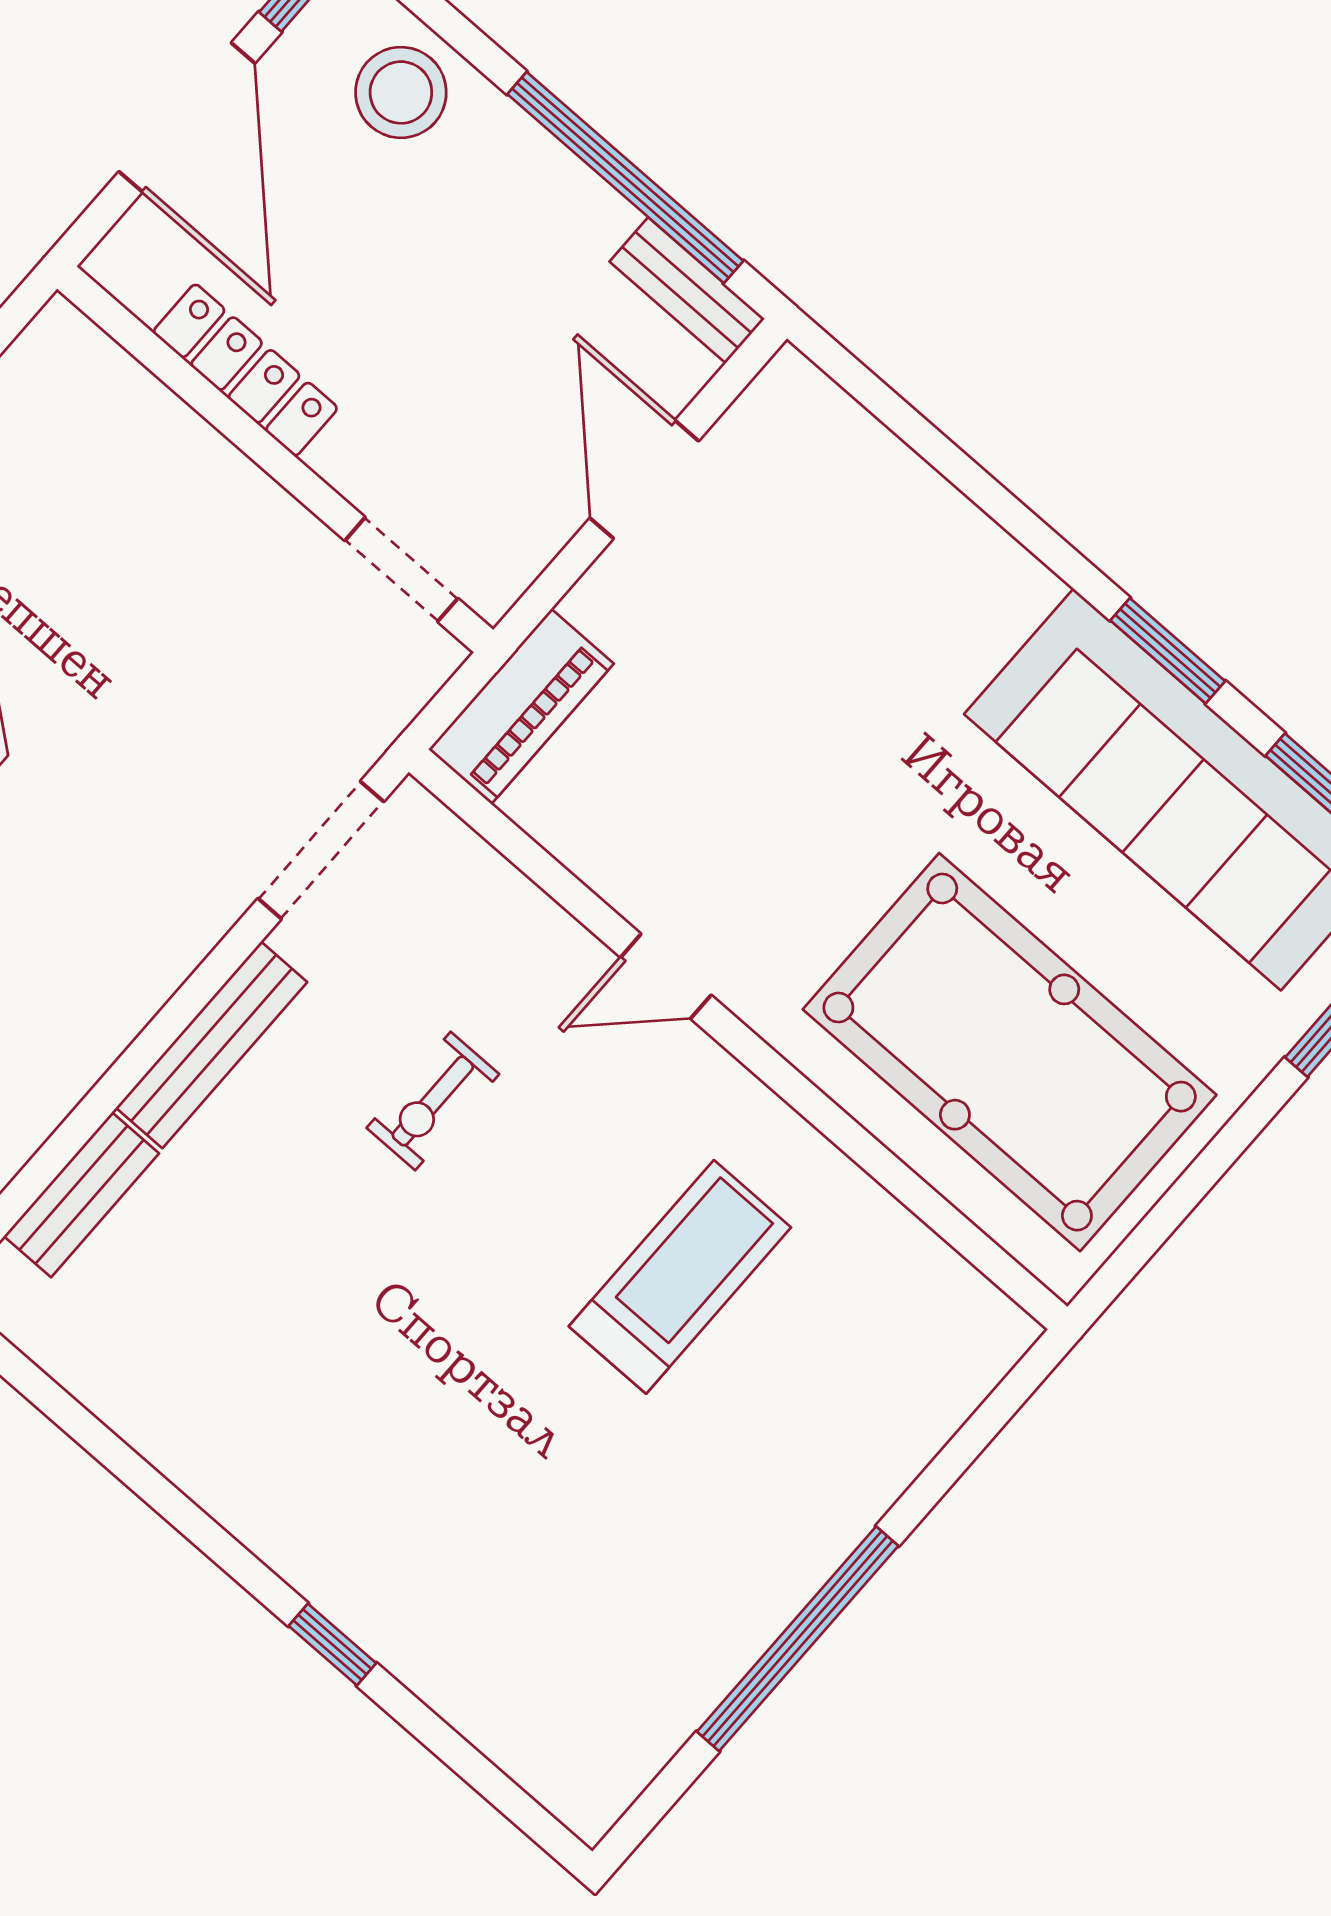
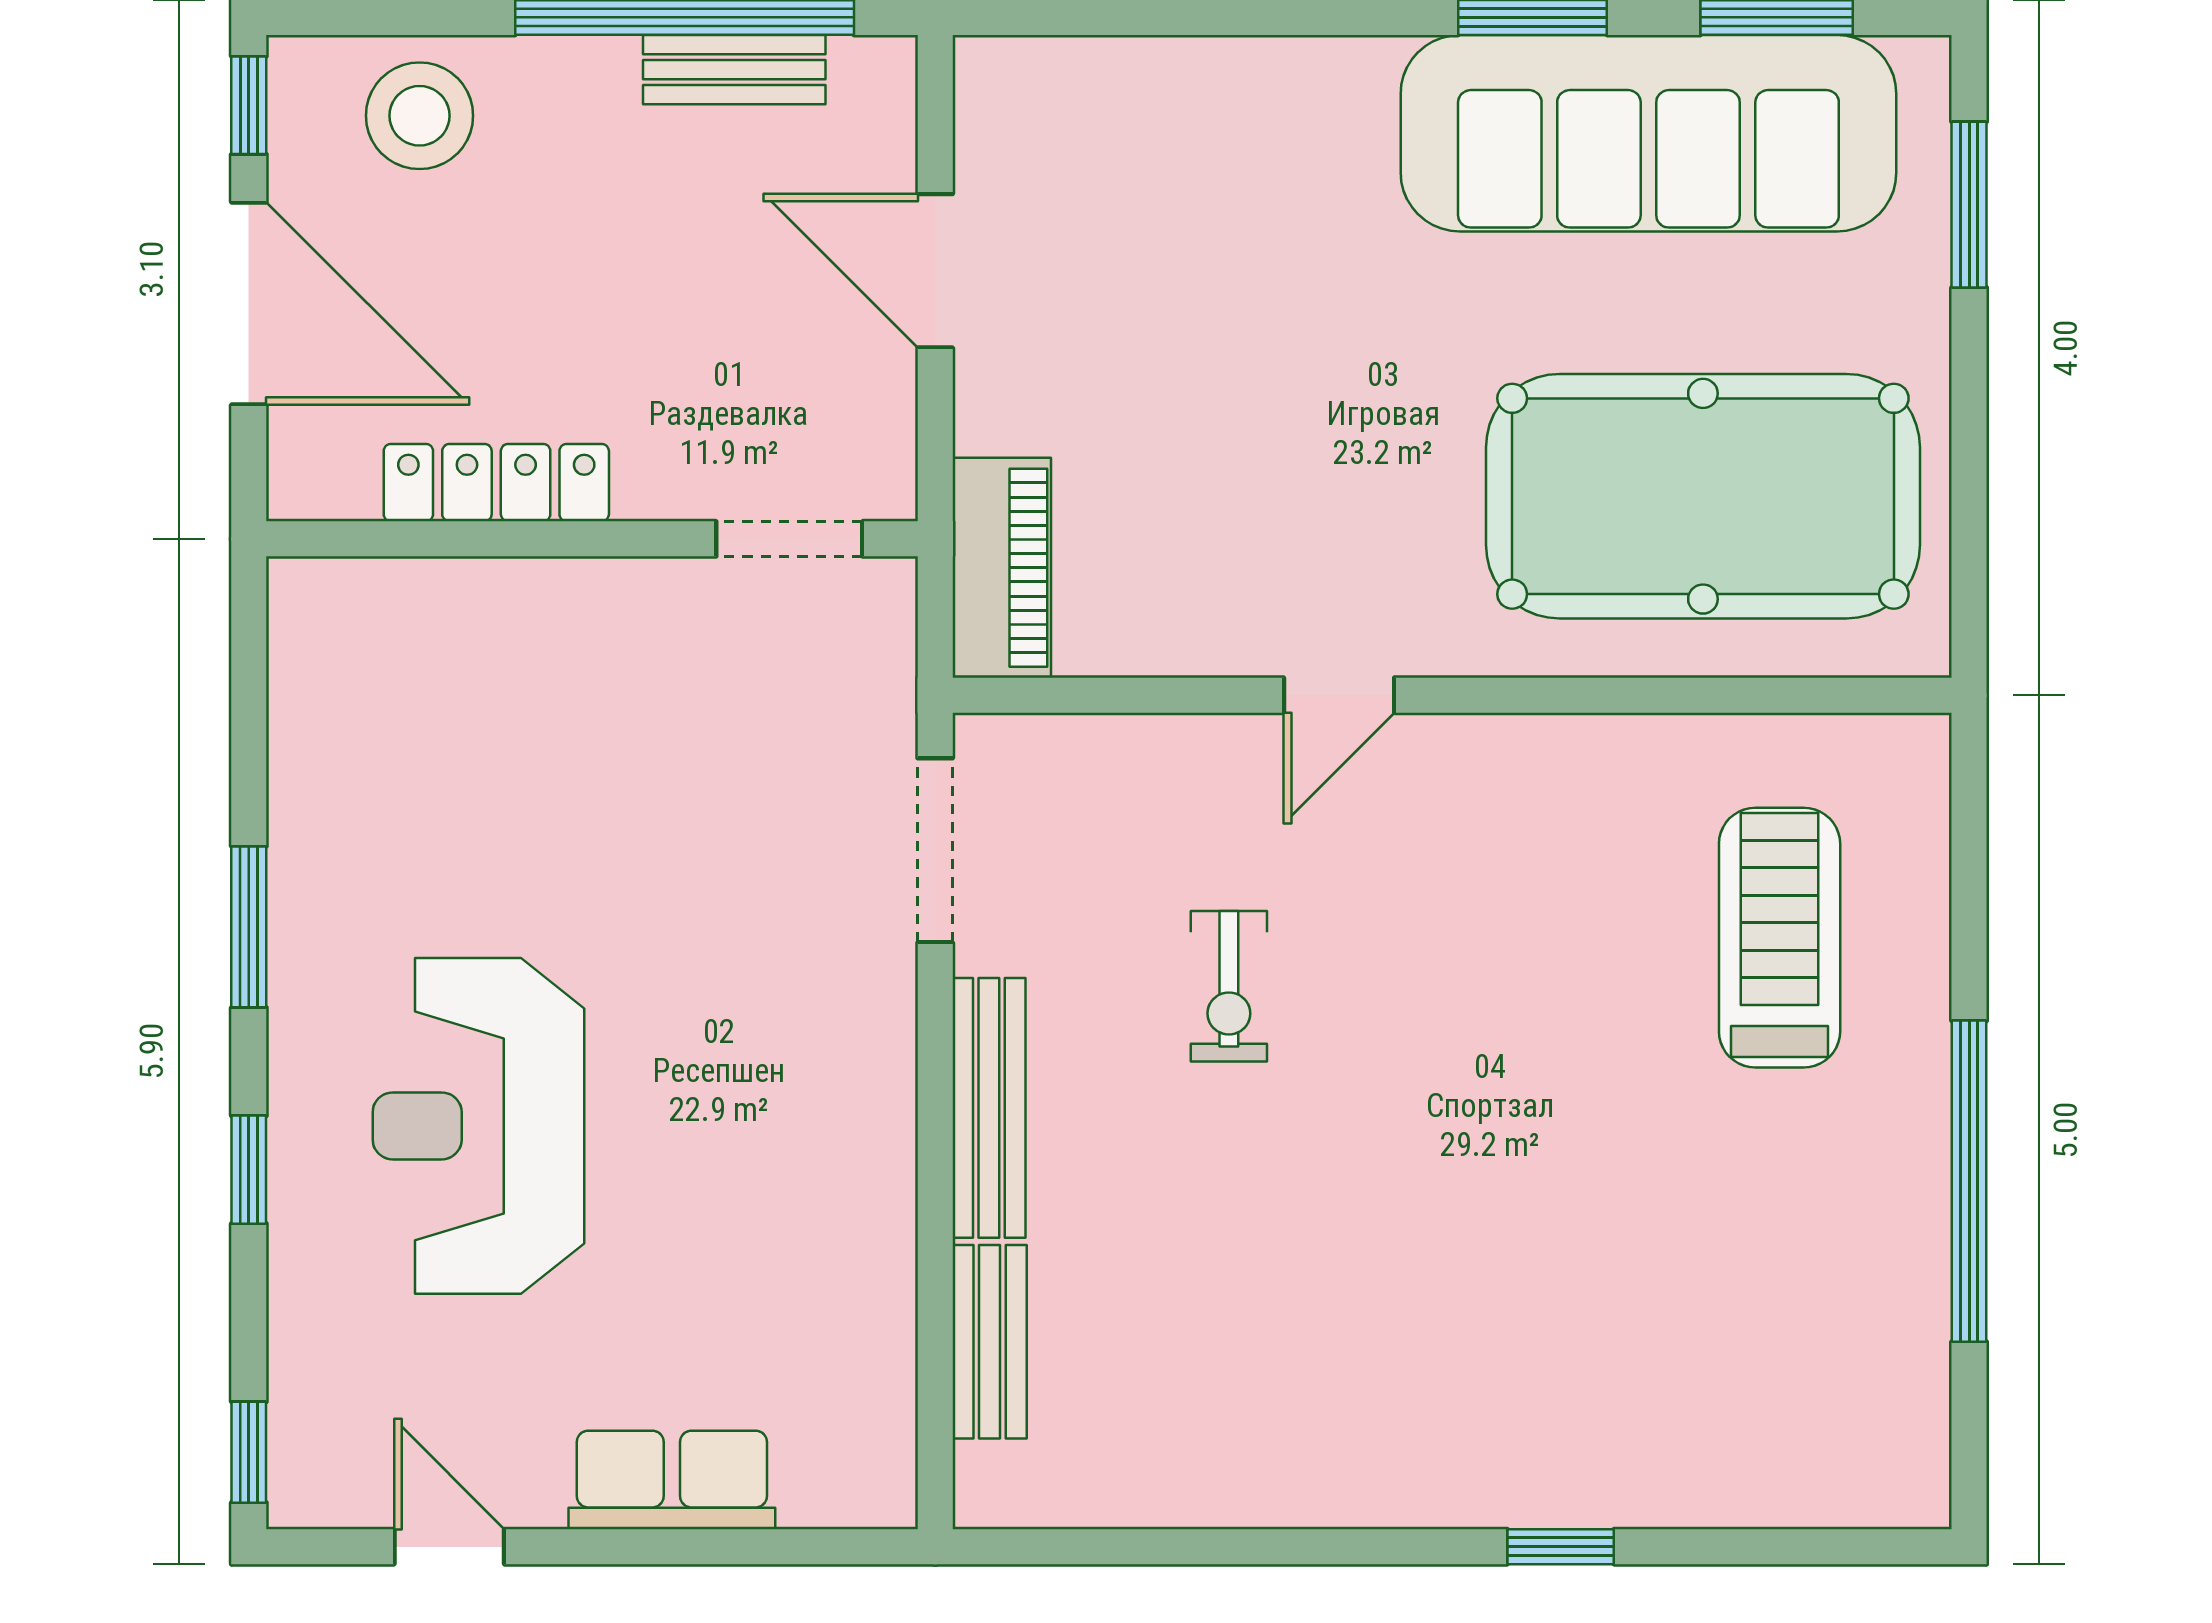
bench: (687, 290) -> (734, 70), moved
treadmill: (680, 1277) -> (1780, 938), moved

